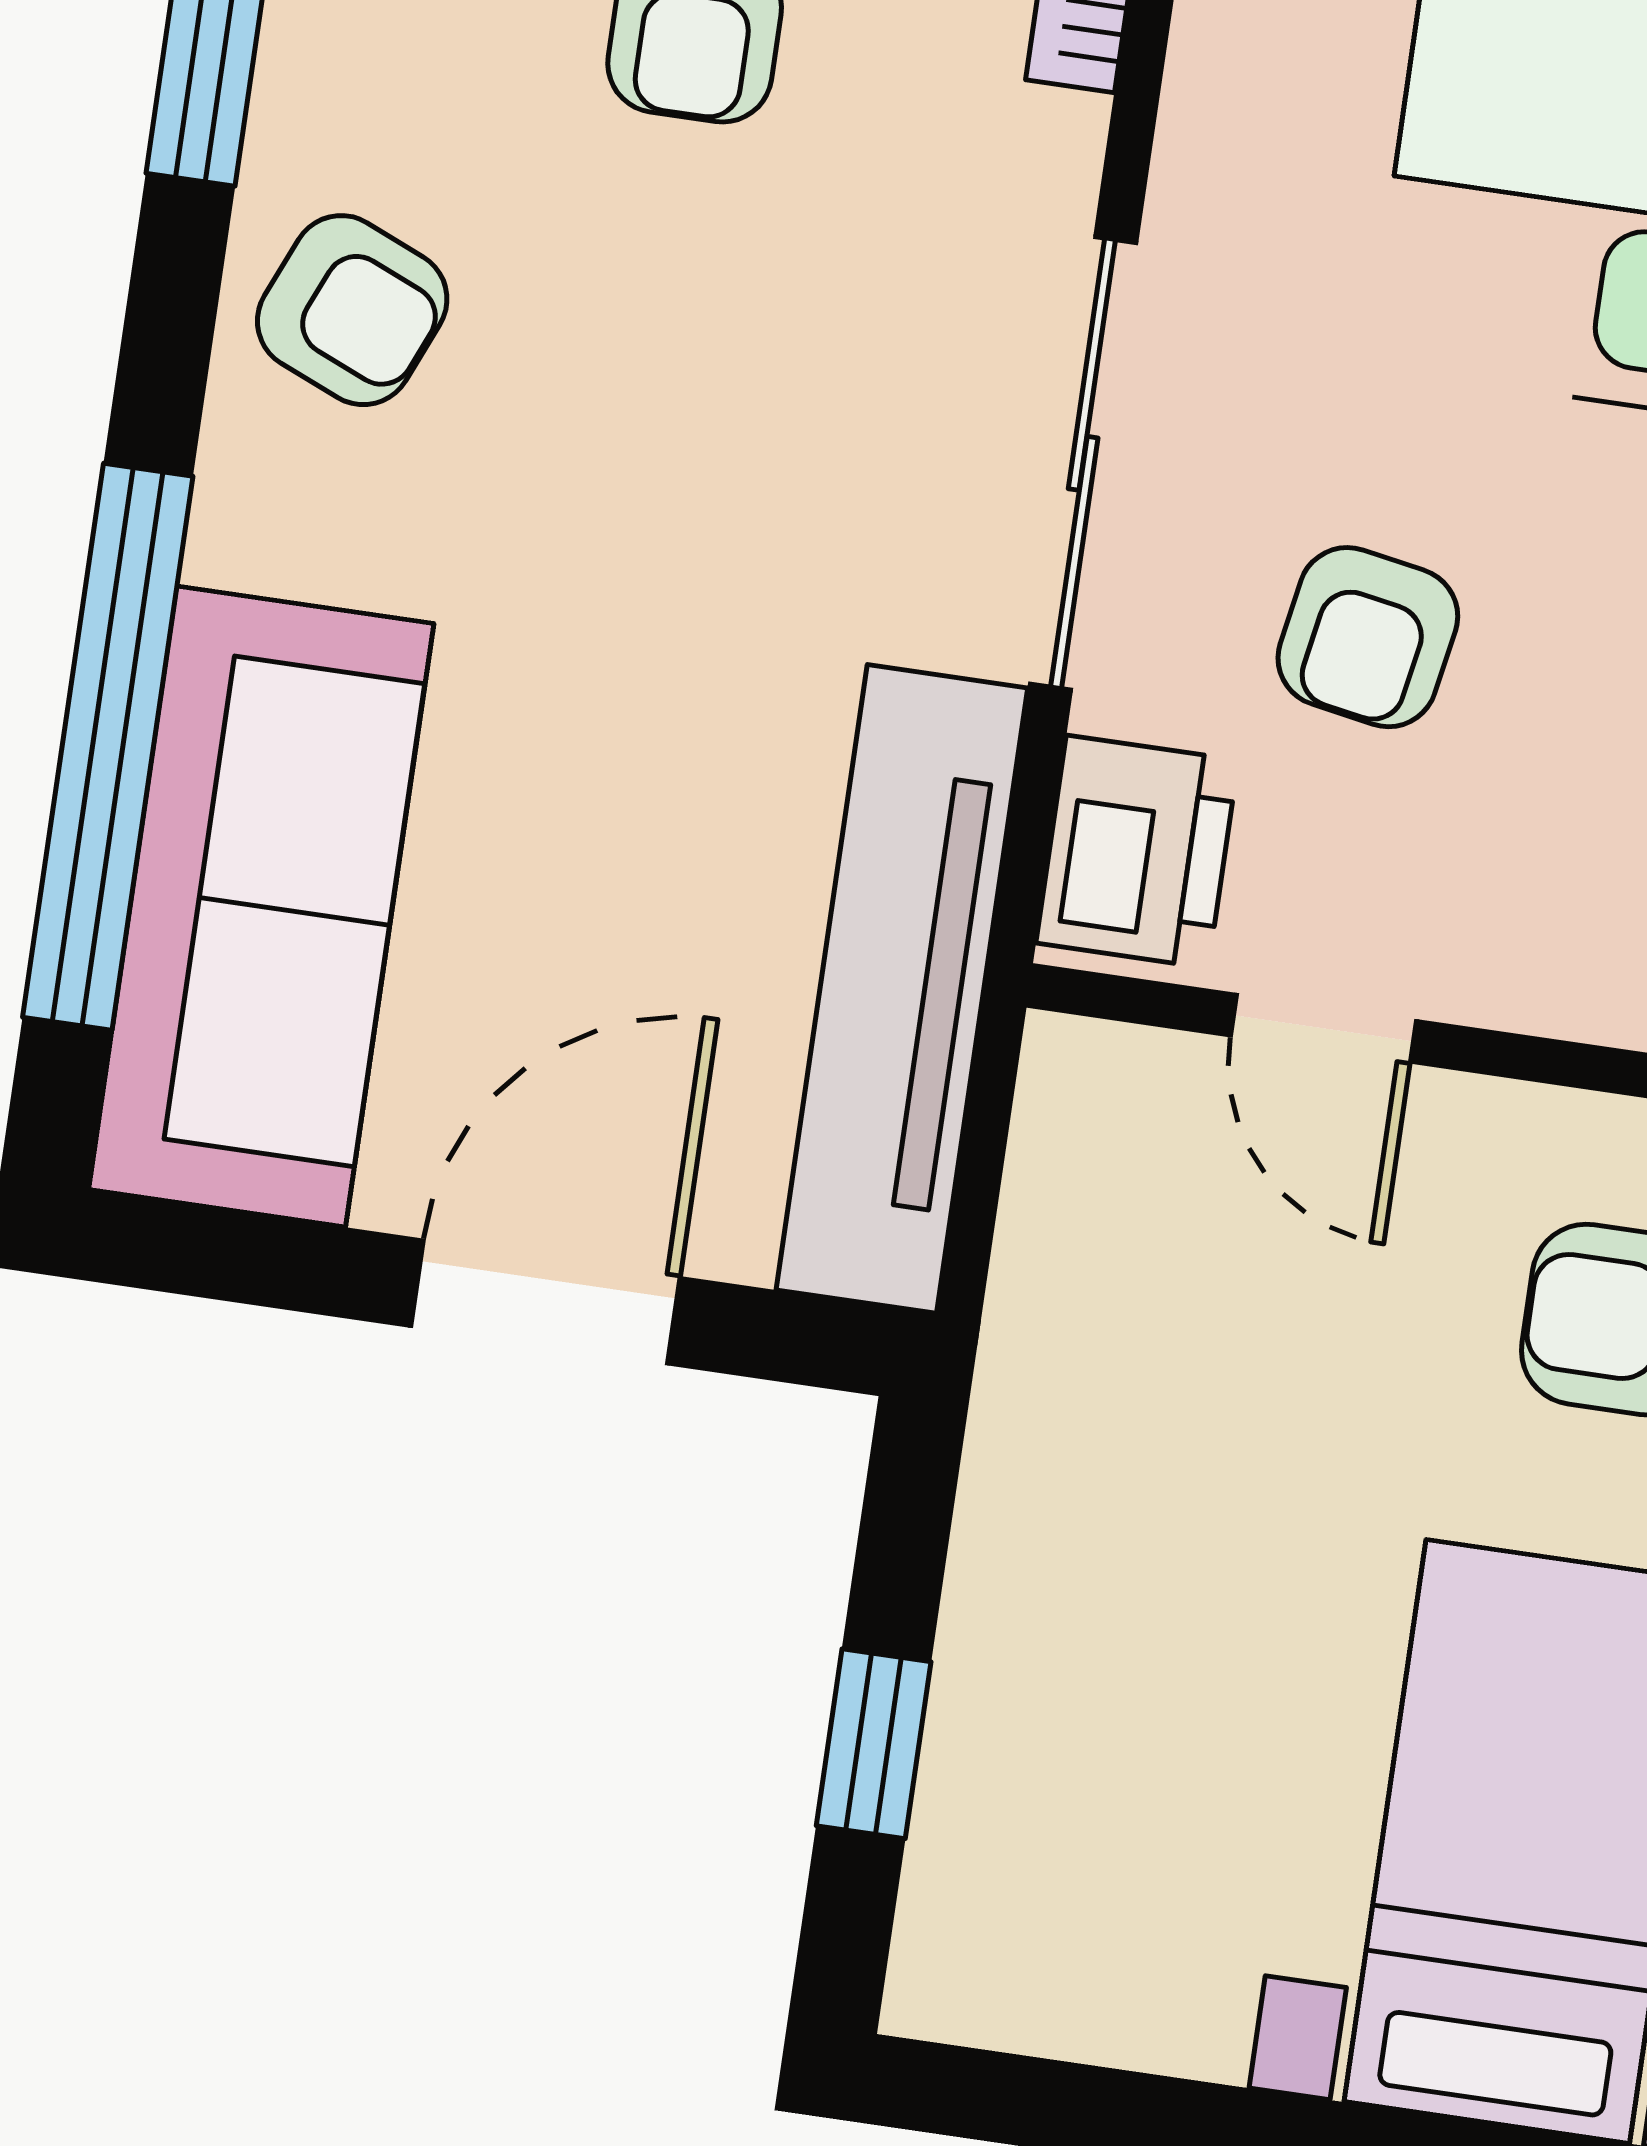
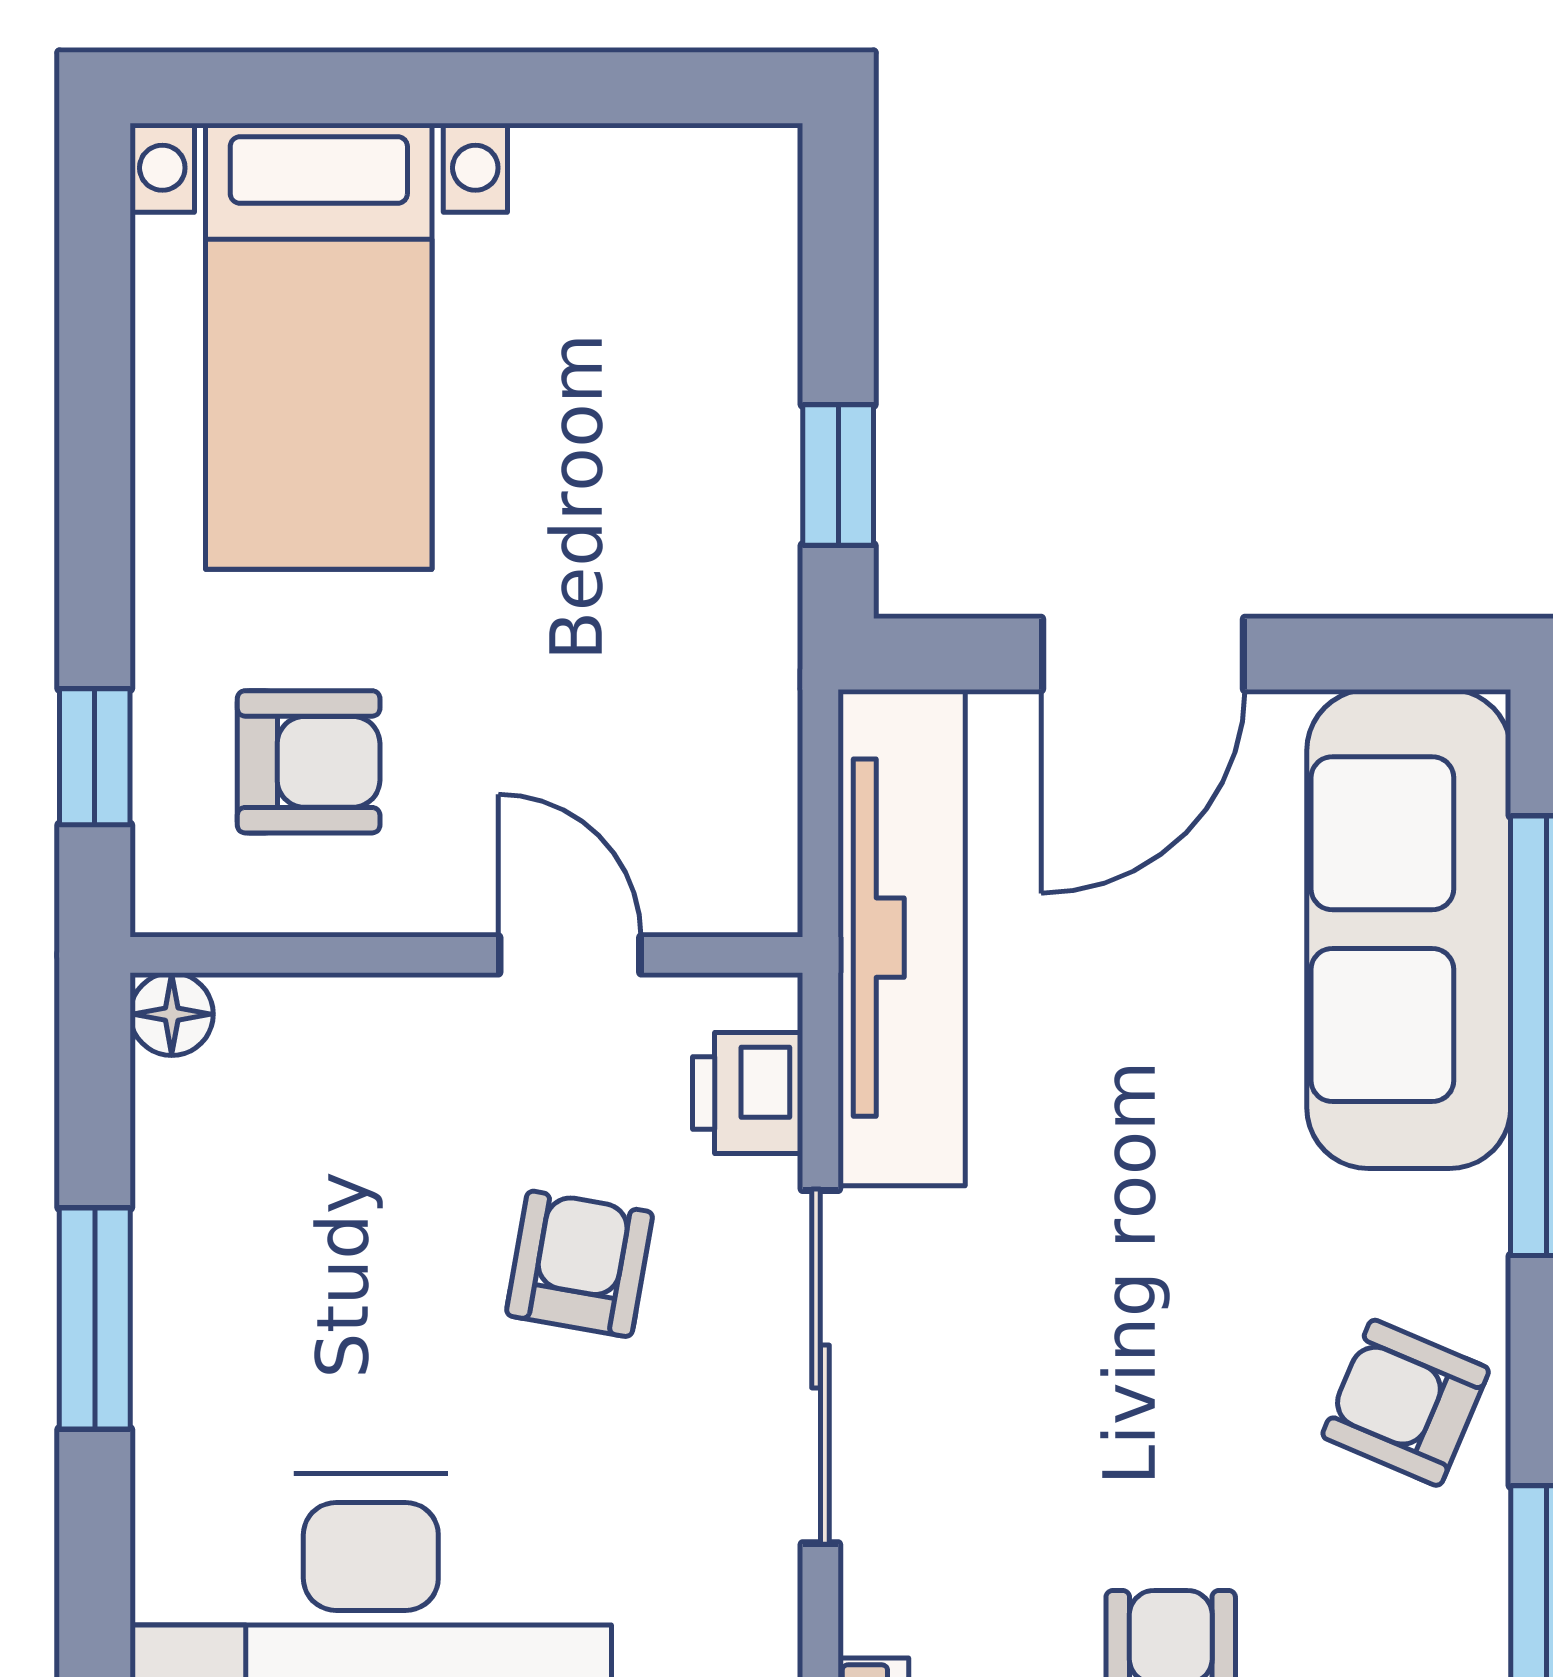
printer: (1137, 852) -> (748, 1093), width x0.73, depth x0.81
window: (874, 1744) -> (838, 475), moved

